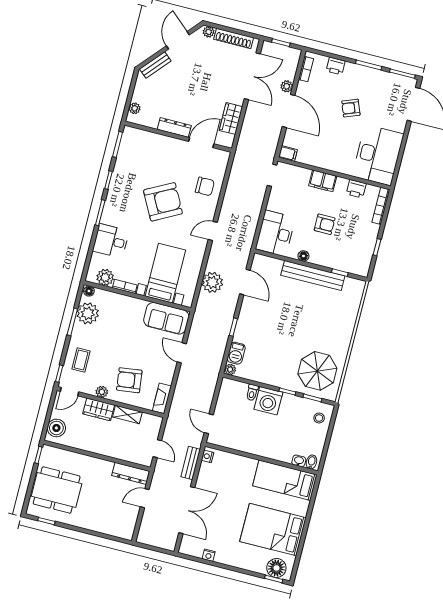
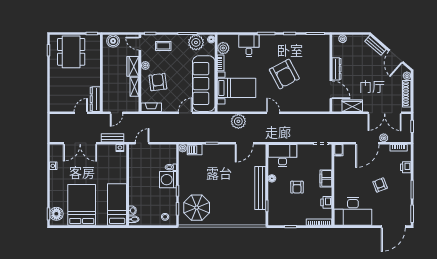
door: (178, 40) -> (396, 56), swing flipped
chair: (205, 186) -> (302, 100), removed
sofa: (166, 318) -> (204, 84), width x1.85, depth x1.27
door: (145, 498) -> (81, 113), hinge flipped

